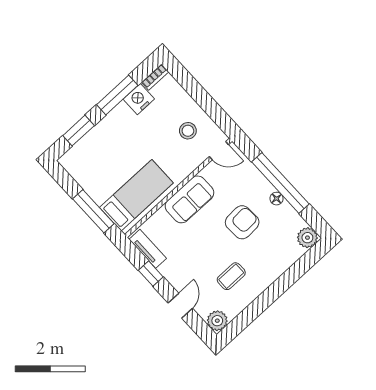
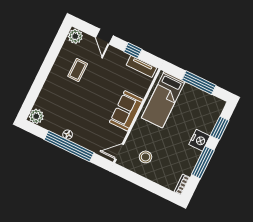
nightstand: (139, 99) -> (199, 140), moved
window: (93, 211) -> (199, 83), moved
armchair: (242, 222) -> (85, 109), removed

